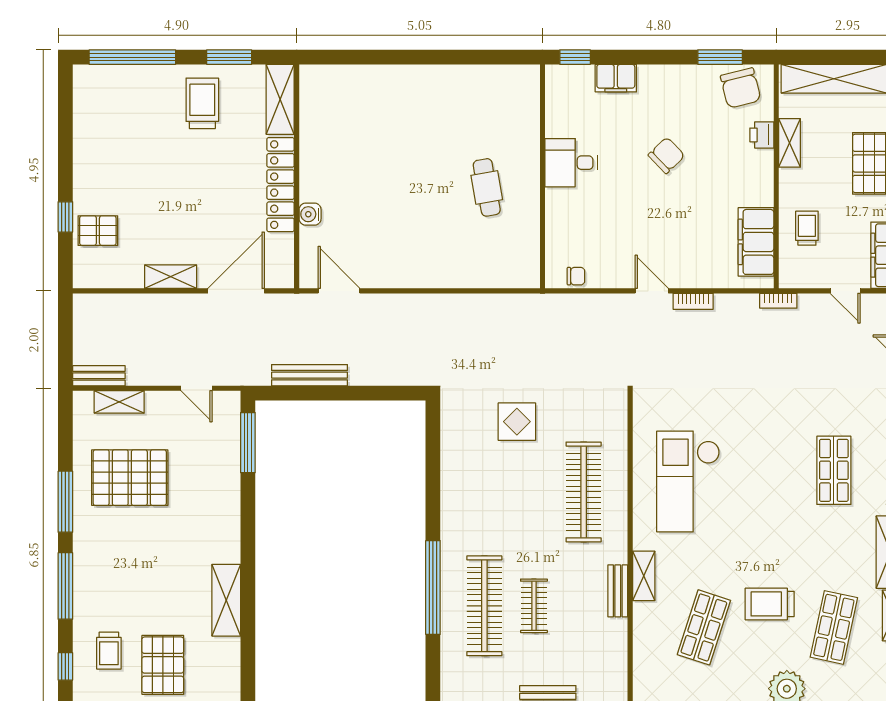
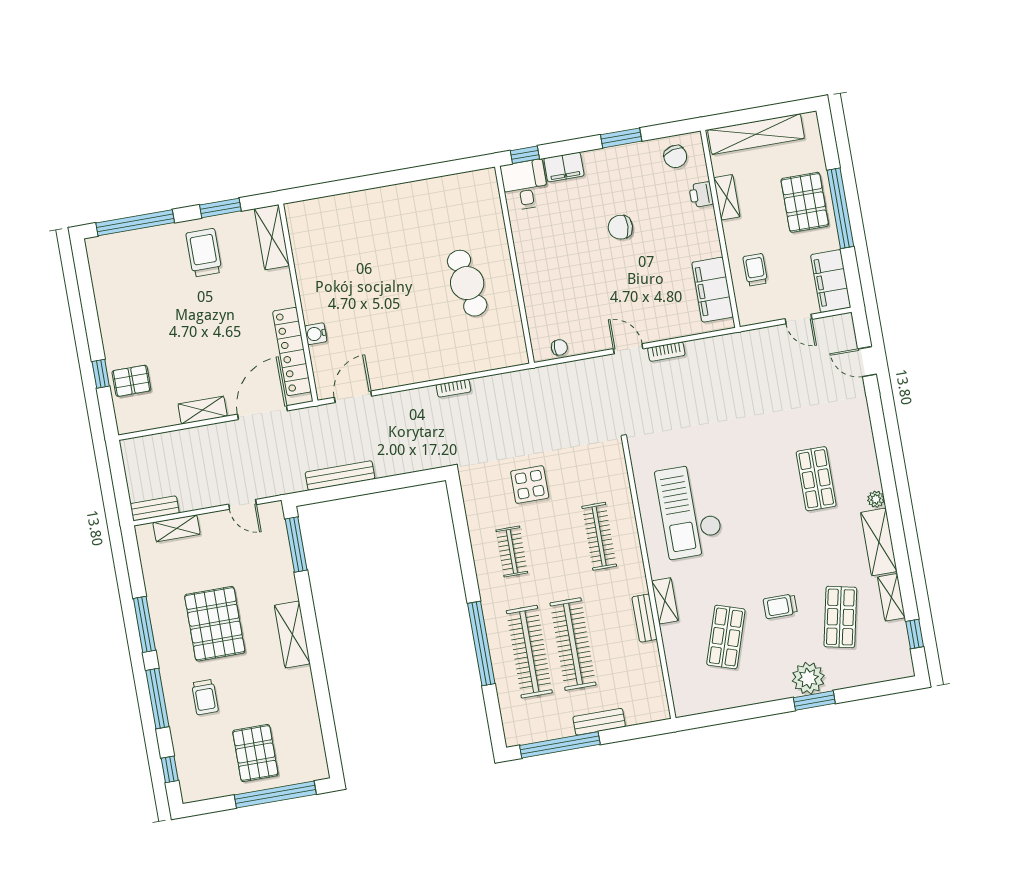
window: (720, 57) -> (621, 138), moved
chair: (741, 88) -> (675, 157), width x0.73, depth x0.73
chair: (666, 155) -> (620, 227), turned -133
desk: (571, 163) -> (525, 185), moved, turned 90
locker: (281, 185) -> (292, 352), moved
cafe table: (487, 187) -> (467, 283), width x1.37, depth x1.35
door: (339, 291) -> (353, 397), hinge flipped
bookcase: (778, 301) -> (453, 388), moved
pallet: (130, 478) -> (215, 624), moved, turned 90
clothes rail: (484, 492) -> (512, 551), added
clothes rail: (584, 492) -> (599, 536), width x0.73, depth x0.76
shelving: (226, 600) -> (292, 635), moved
trolley: (770, 604) -> (780, 606), width x0.73, depth x0.72
clothes rail: (534, 606) -> (573, 644), width x1.86, depth x1.31
trolley: (109, 651) -> (205, 697), moved

